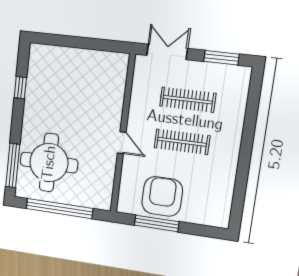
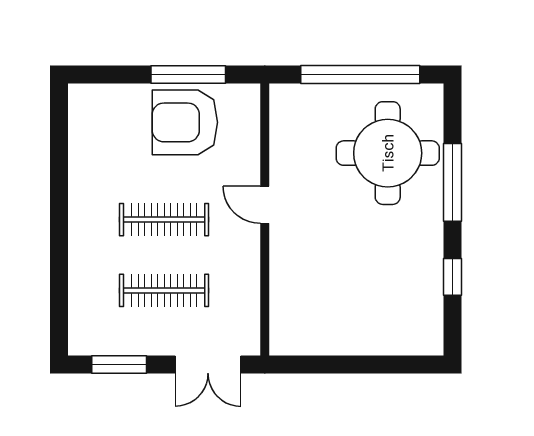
window: (13, 165) -> (453, 182), moved
armchair: (162, 196) -> (185, 122), turned 90

